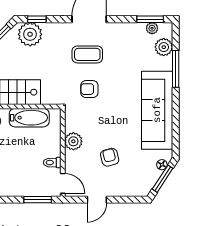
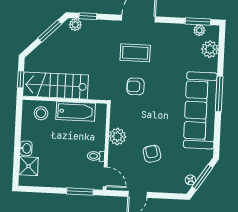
plant: (30, 34) -> (75, 25), width x0.53, depth x0.53
window: (176, 69) -> (219, 94), moved
floor lamp: (162, 165) -> (190, 180), moved

